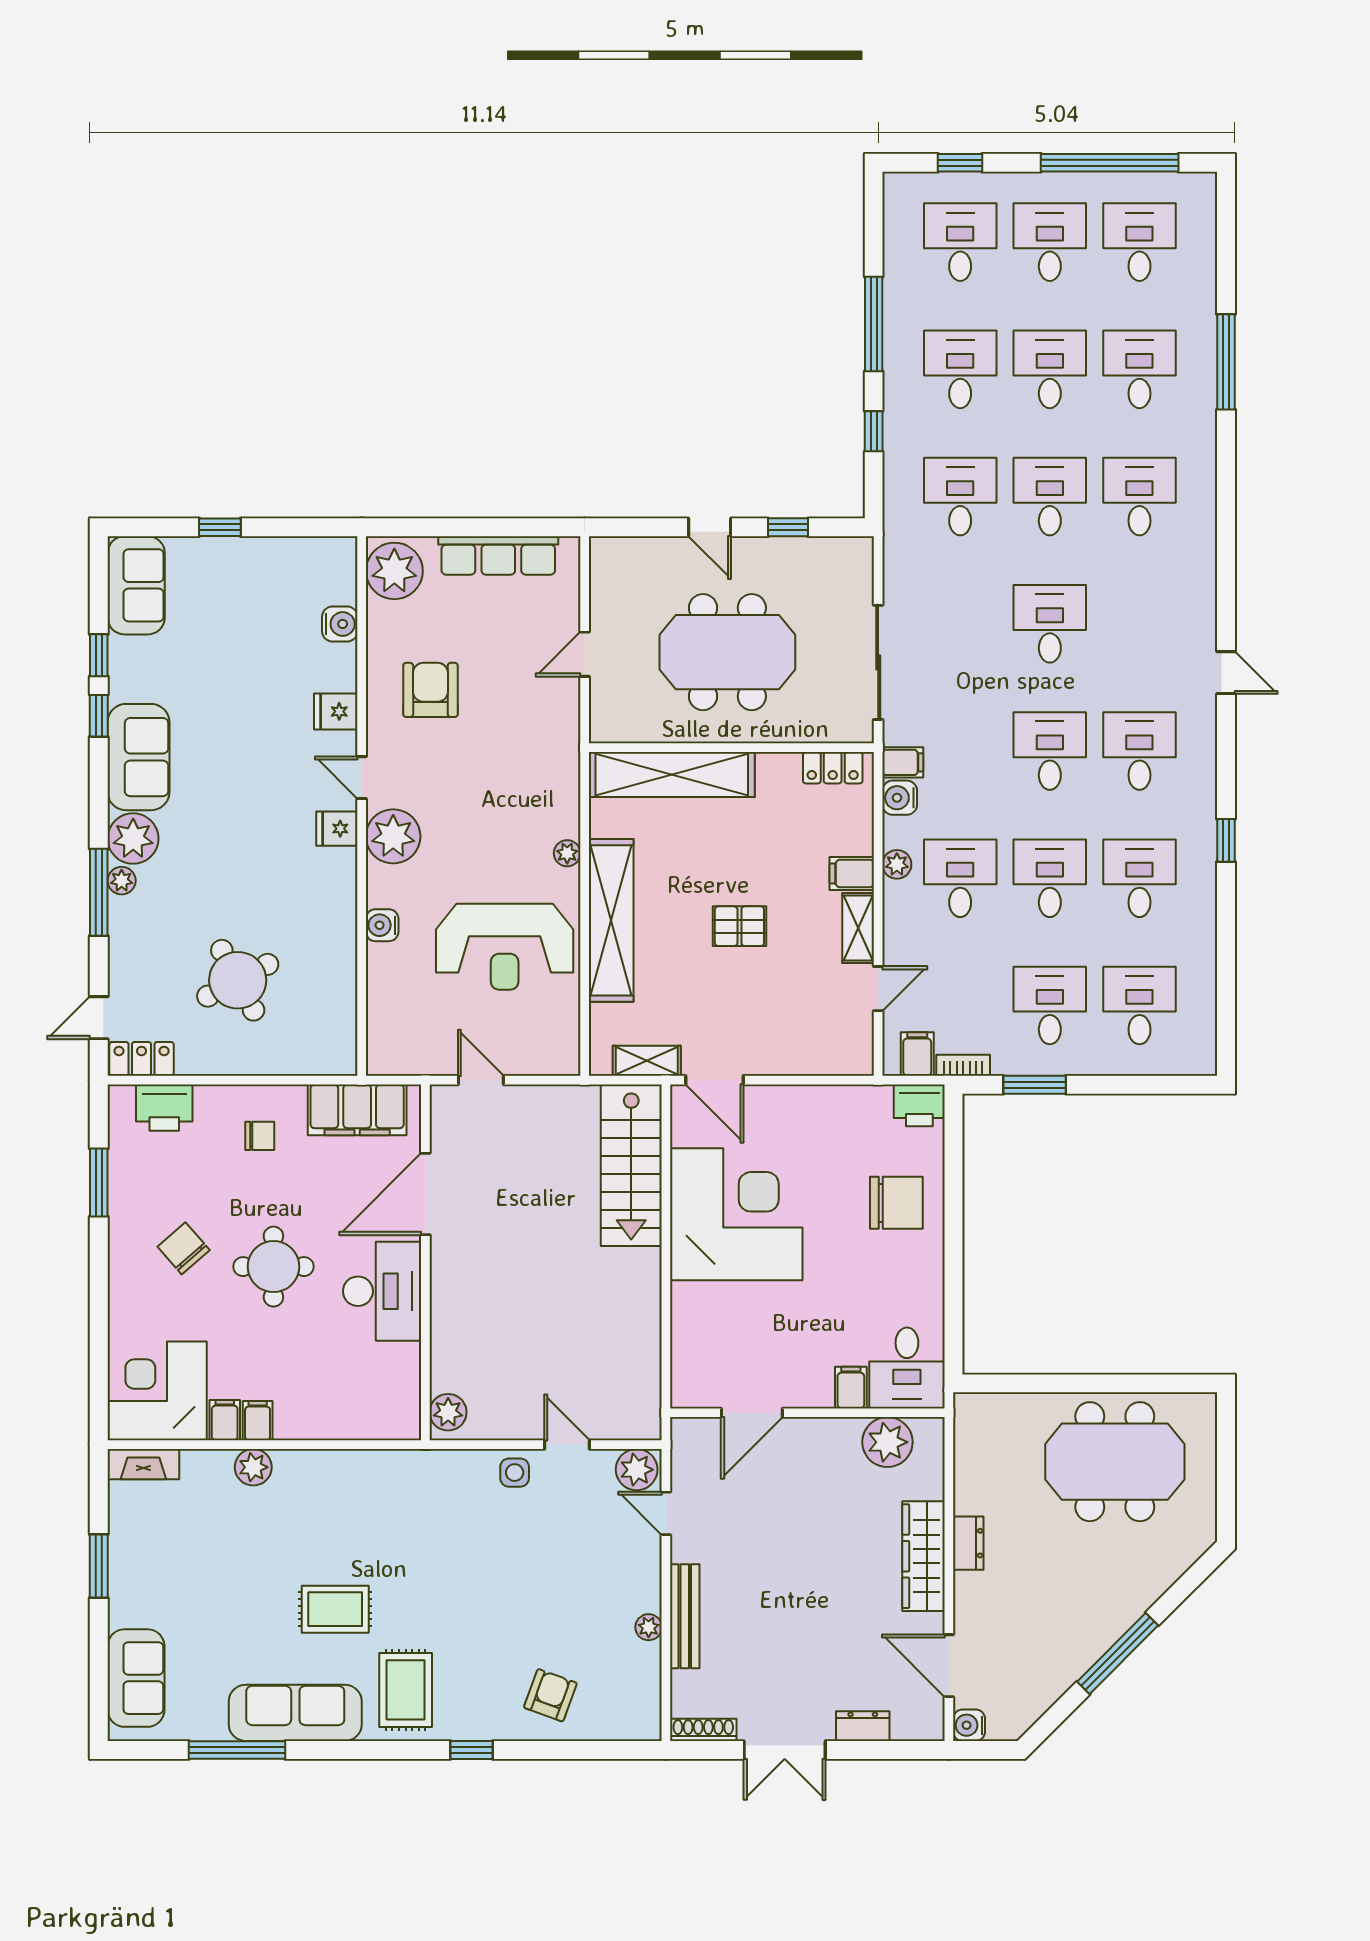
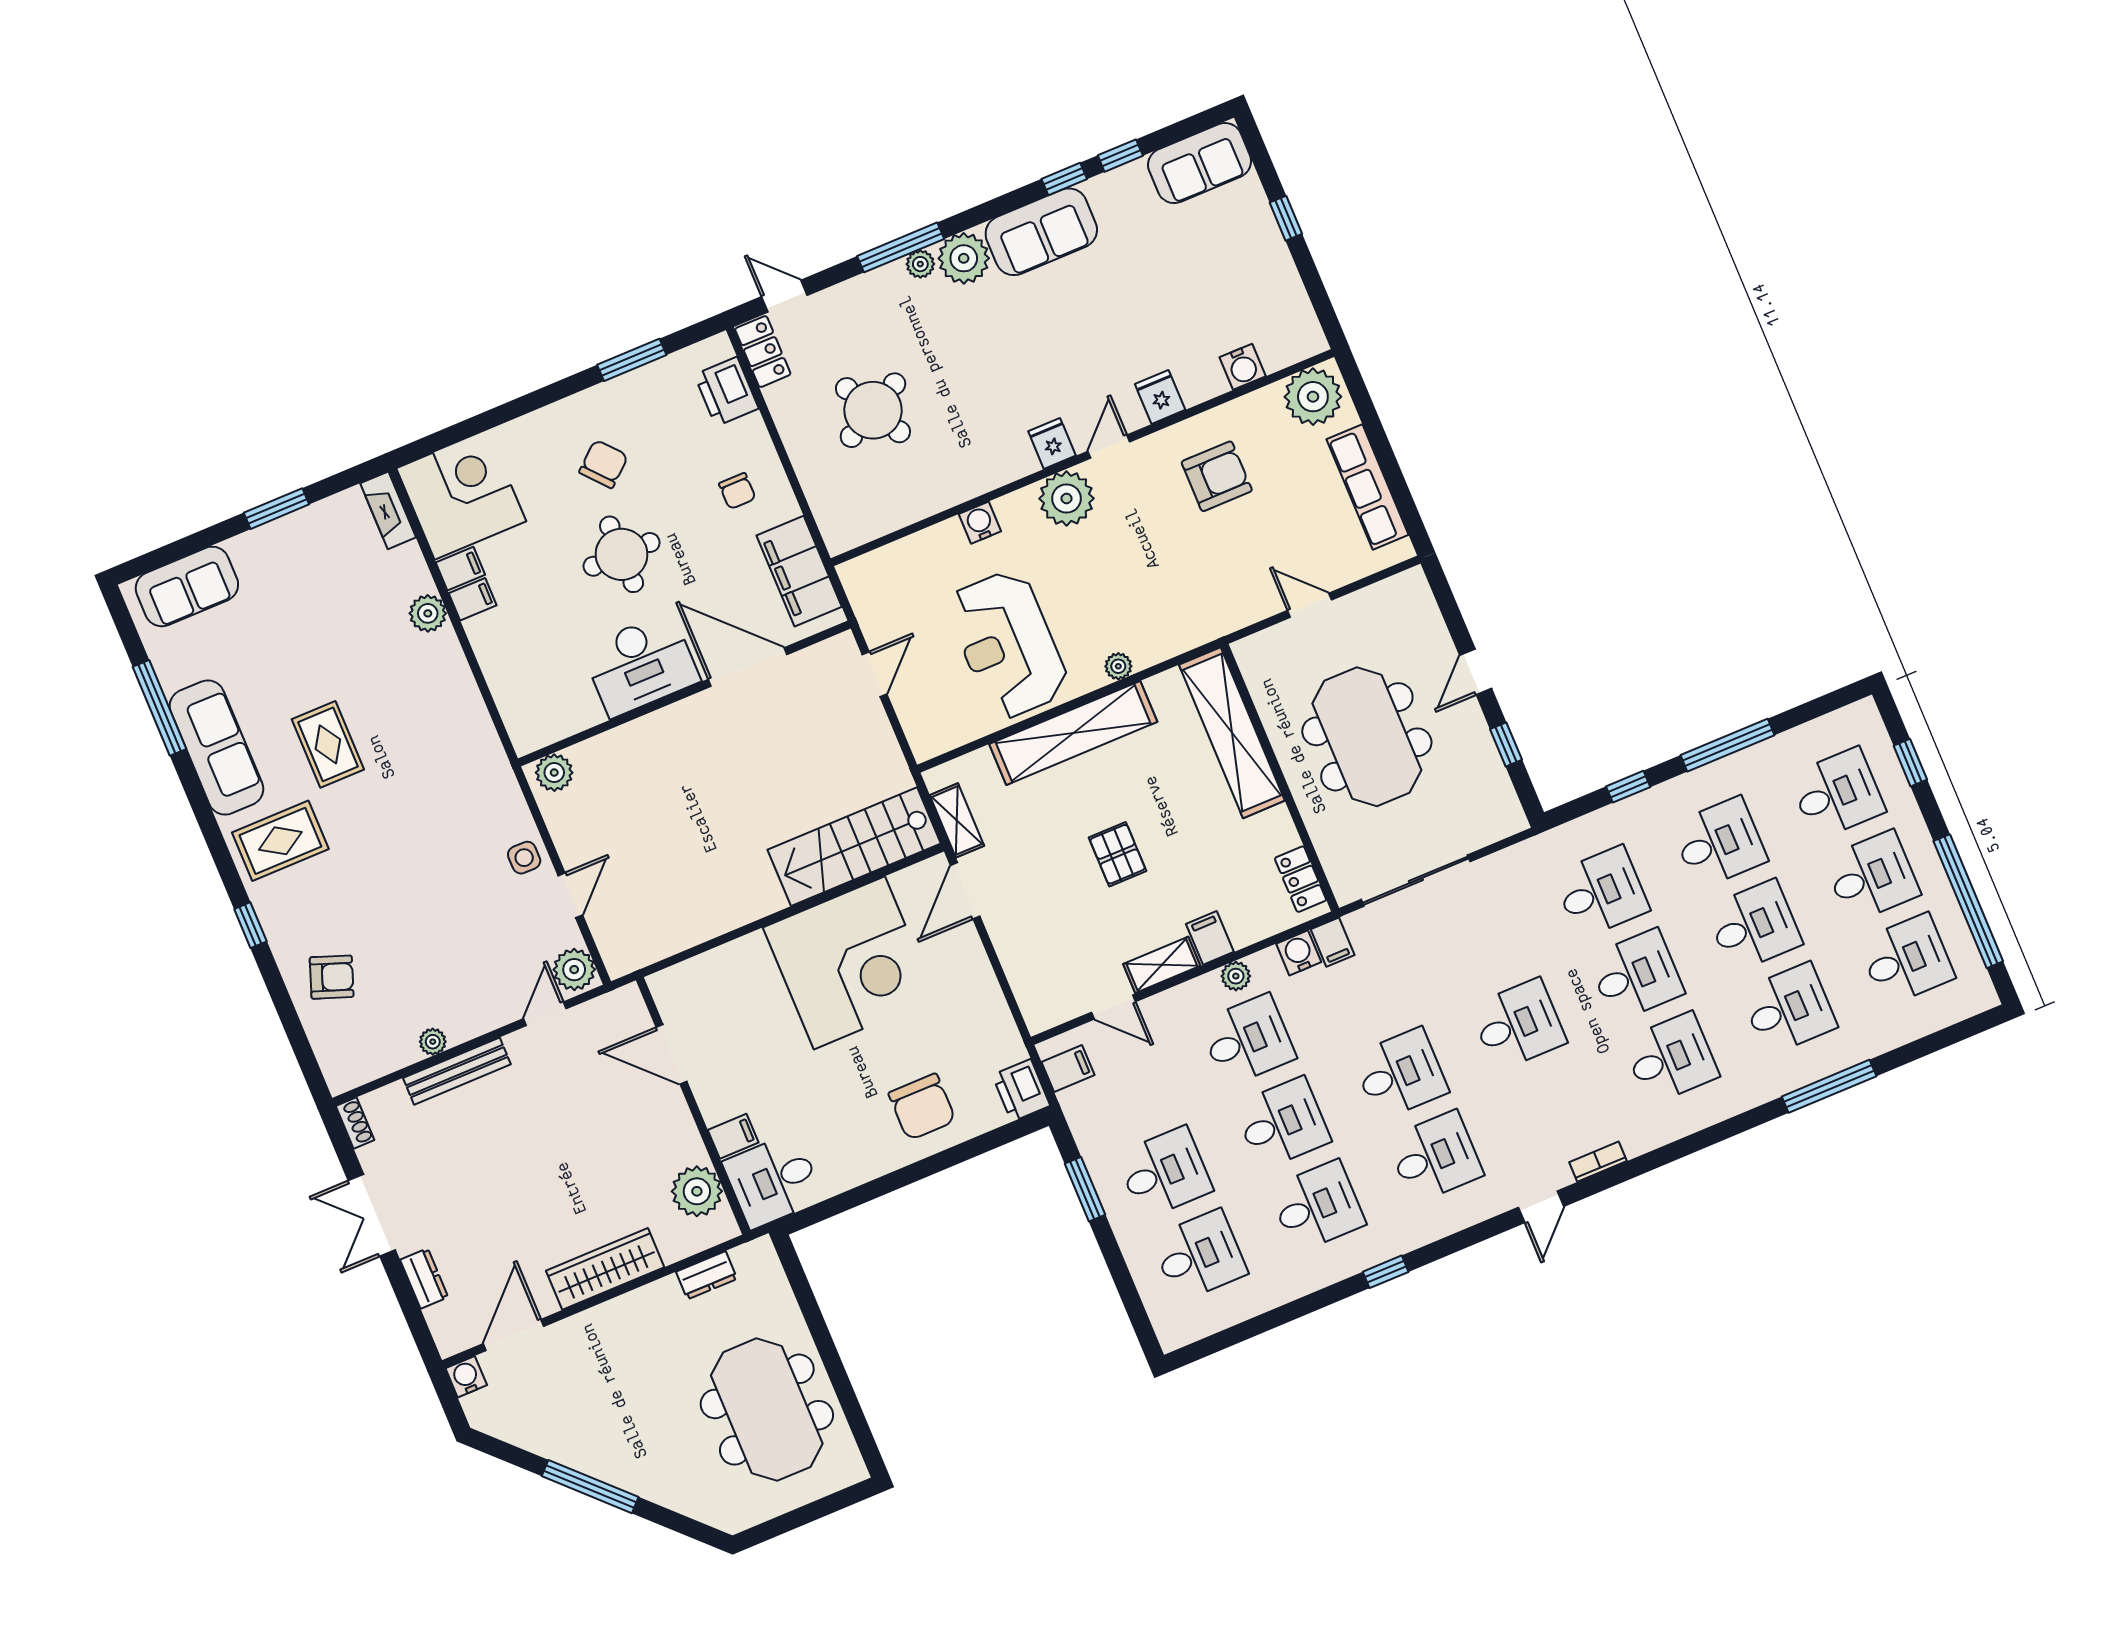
bookcase: (963, 1065) -> (1598, 1162), moved, turned -90
dresser: (968, 1543) -> (707, 1275), moved
shoe rack: (703, 1730) -> (355, 1123), width x0.70

